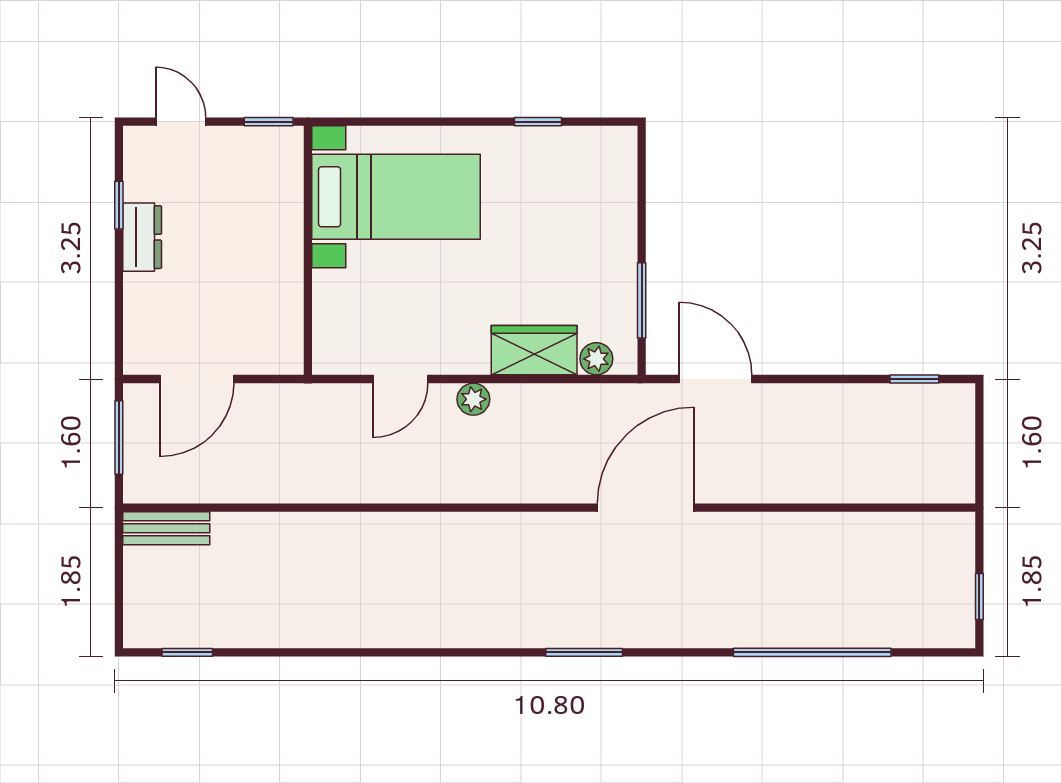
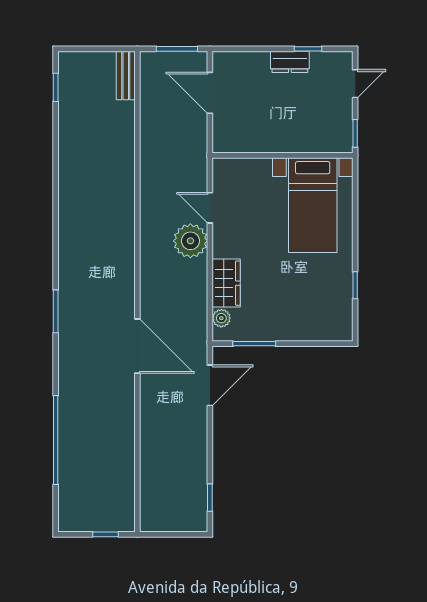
plant: (473, 399) -> (190, 241), width x1.88, depth x1.88
window: (979, 596) -> (106, 534), moved

